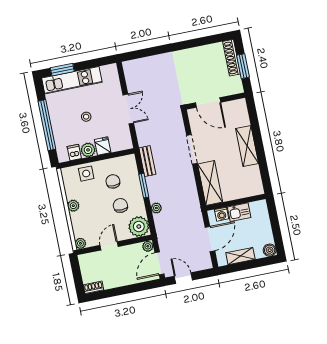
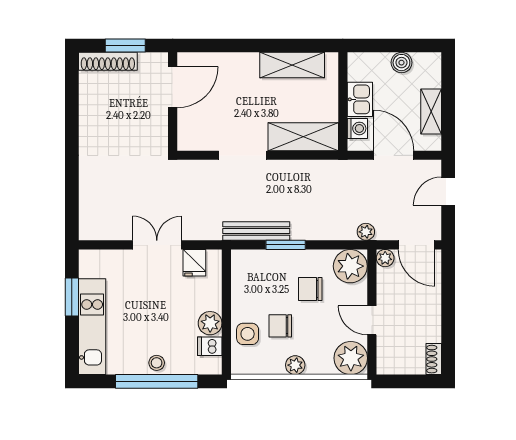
window: (62, 70) -> (72, 297), moved
door: (208, 103) -> (173, 87), moved
stool: (86, 117) -> (157, 363), moved
fridge: (103, 146) -> (194, 263), moved, turned -90
shelving: (247, 146) -> (292, 65), moved
bench: (147, 161) -> (256, 231), width x1.36
chair: (113, 181) -> (280, 326), moved
plant: (156, 208) -> (366, 232), moved
plant: (80, 243) -> (351, 358), width x1.88, depth x1.88
boiler: (270, 250) -> (401, 63), moved
door: (183, 278) -> (448, 191), moved

